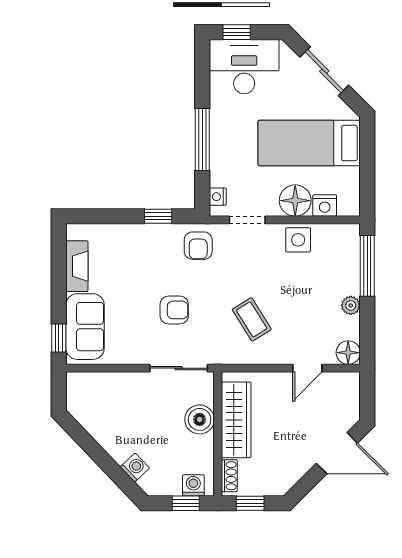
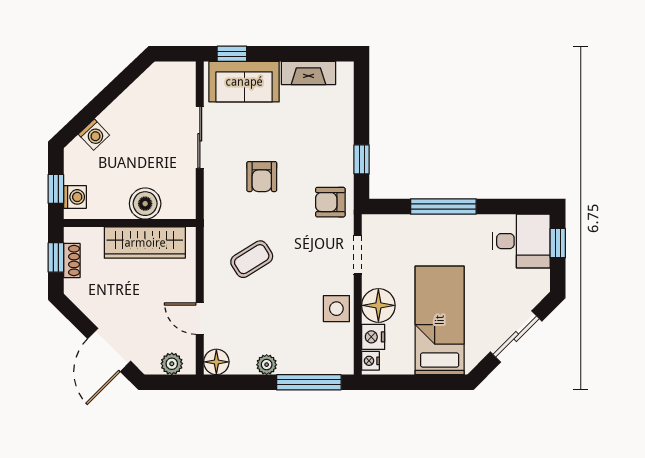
desk: (244, 67) -> (521, 241), width x0.73
nightstand: (218, 197) -> (370, 361), moved, turned -90
sliding door: (179, 368) -> (200, 137), moved
plant: (350, 394) -> (172, 364), added
shoe rack: (229, 476) -> (72, 261), moved, turned -90

